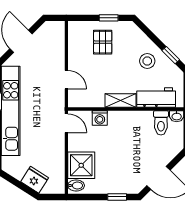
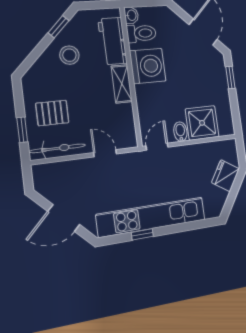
window: (109, 18) -> (22, 130), moved
bicycle: (75, 43) -> (58, 148), added
door: (66, 80) -> (105, 153), hinge flipped
washing machine: (100, 118) -> (148, 66), moved, width x1.89, depth x1.89
bidet: (76, 185) -> (180, 132), moved

